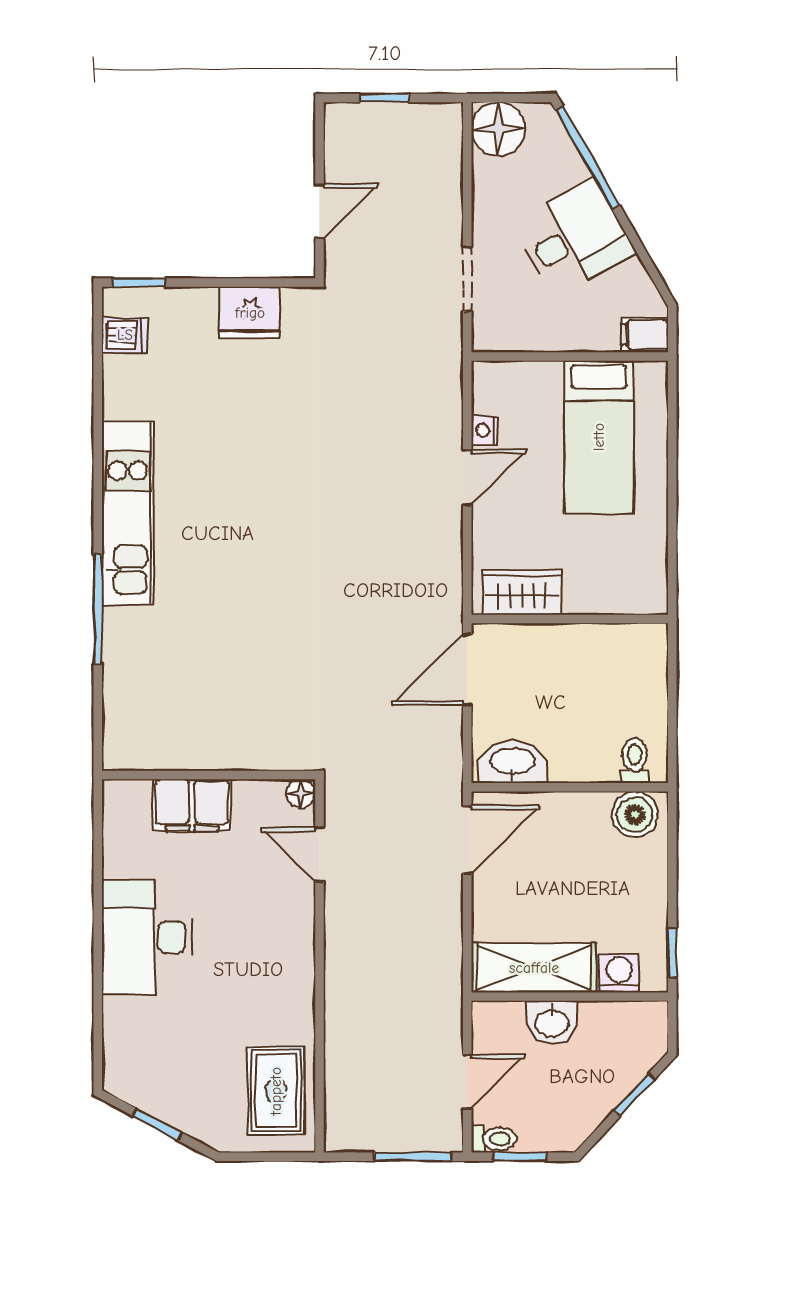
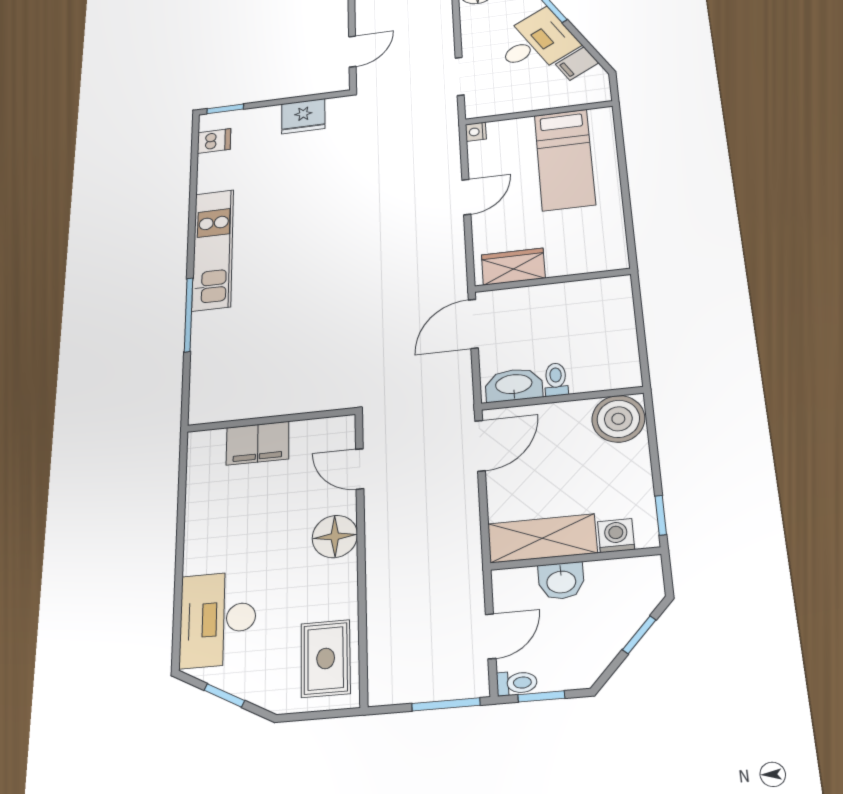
filing cabinet: (645, 335) -> (577, 63), moved, turned -30
nightstand: (485, 431) -> (476, 132), moved
toilet: (634, 761) -> (556, 379), moved
floor lamp: (301, 794) -> (335, 536), moved, width x1.89, depth x1.89
boiler: (635, 814) -> (618, 419), width x1.37, depth x1.37
desk: (147, 937) -> (218, 619), moved

